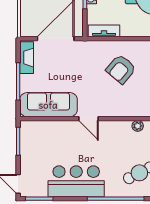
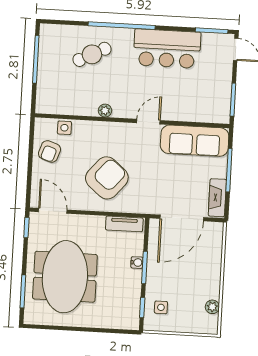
armchair: (121, 69) -> (107, 178), width x1.36, depth x1.36
door: (88, 119) -> (148, 122), hinge flipped
plant: (138, 126) -> (105, 111), moved

